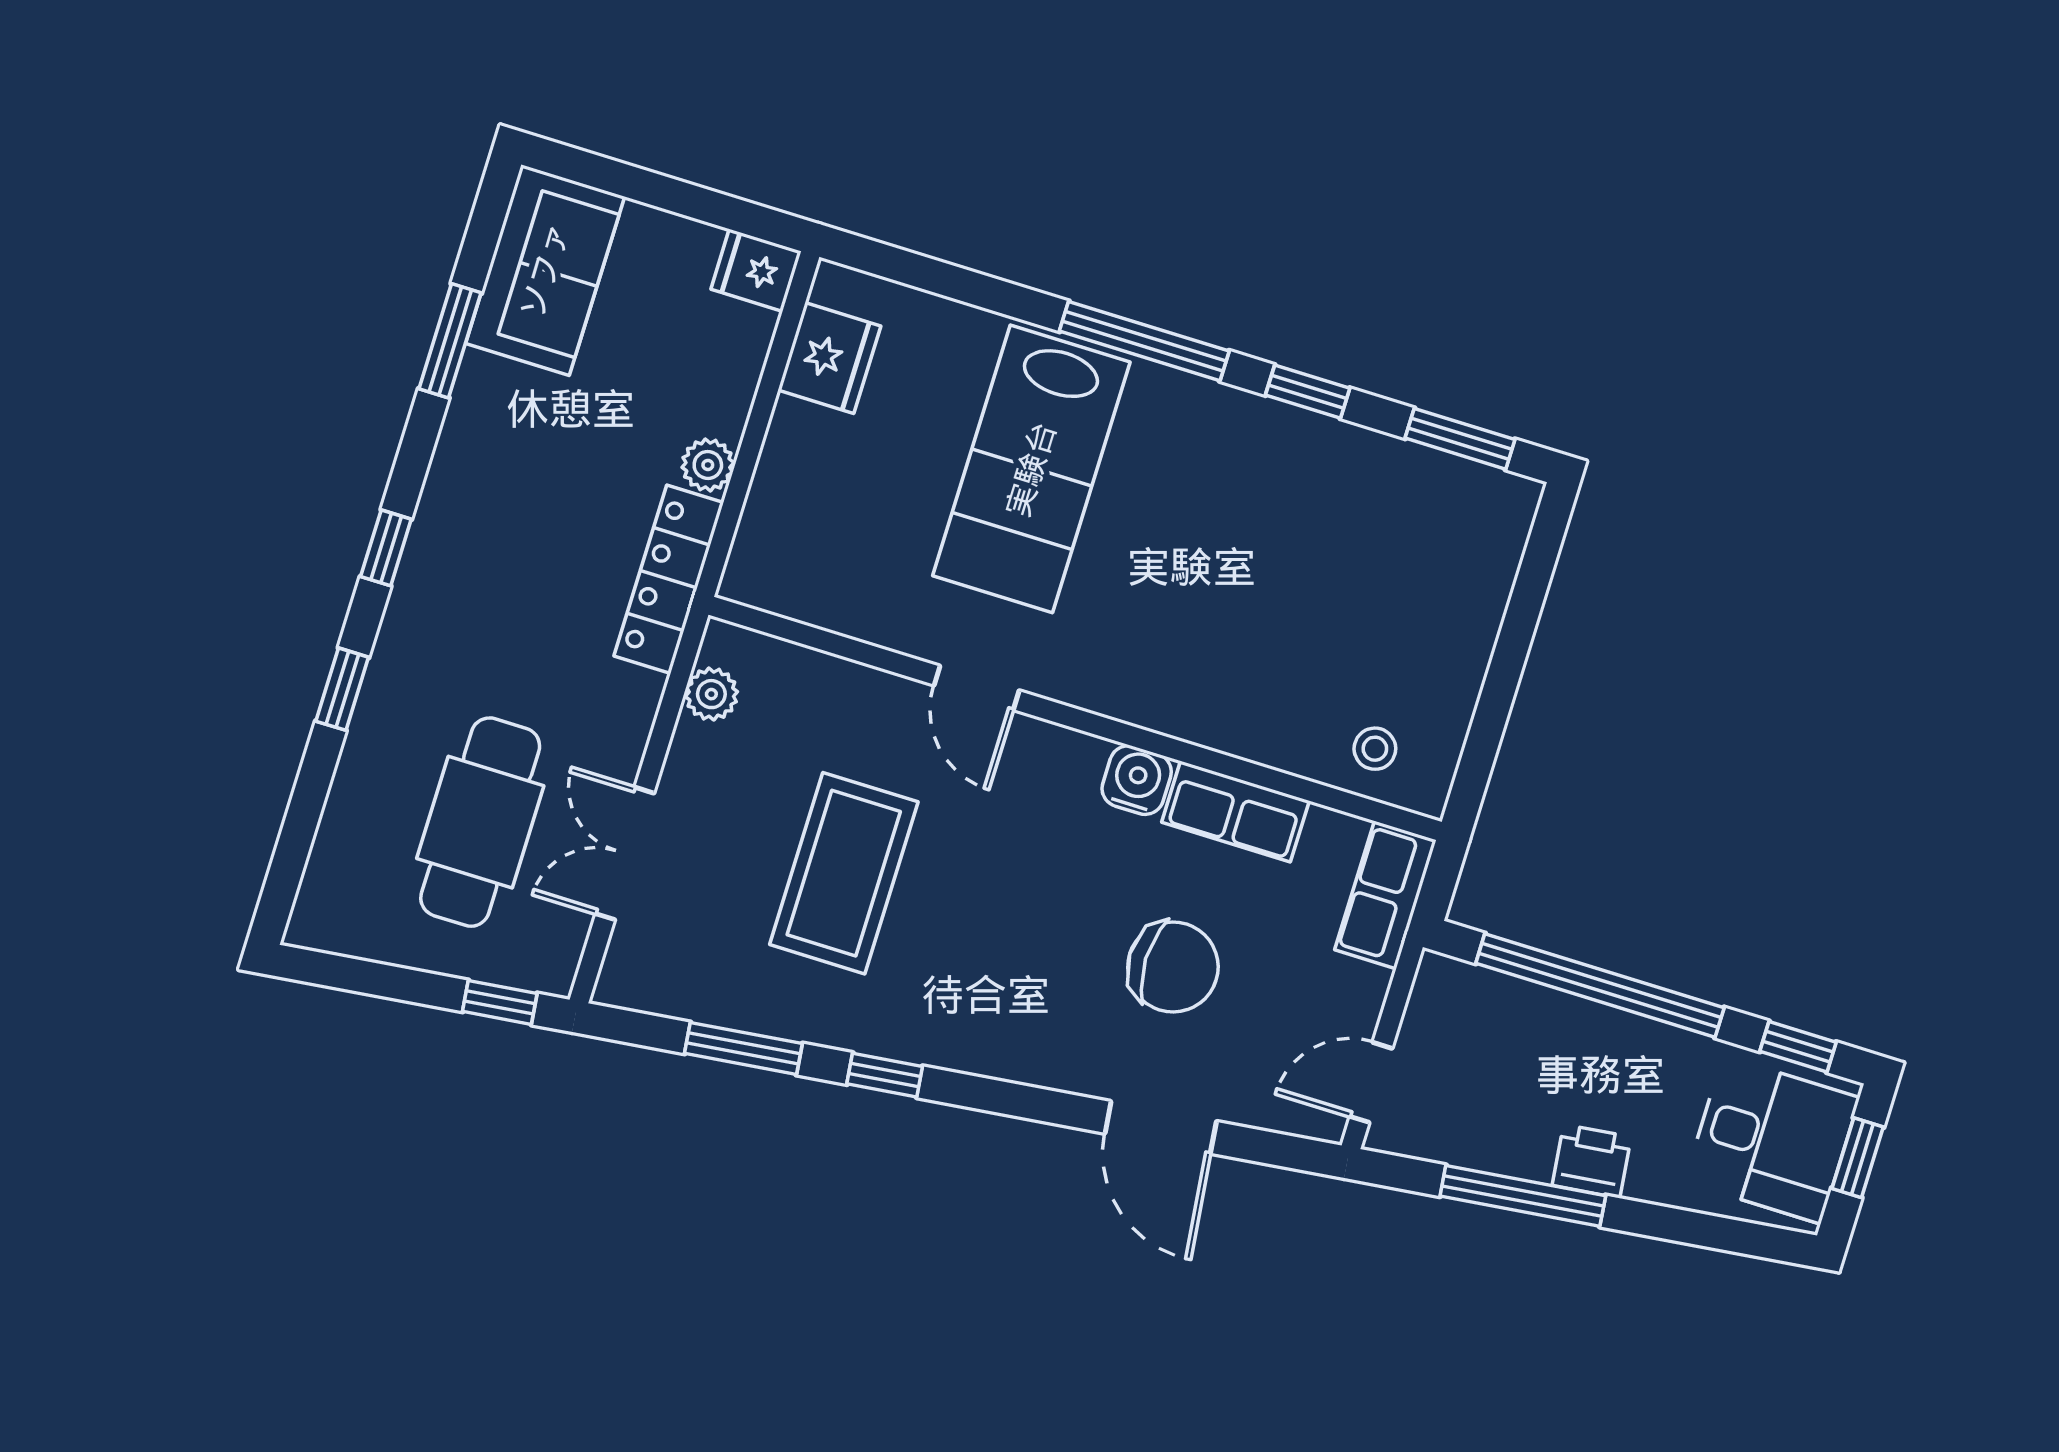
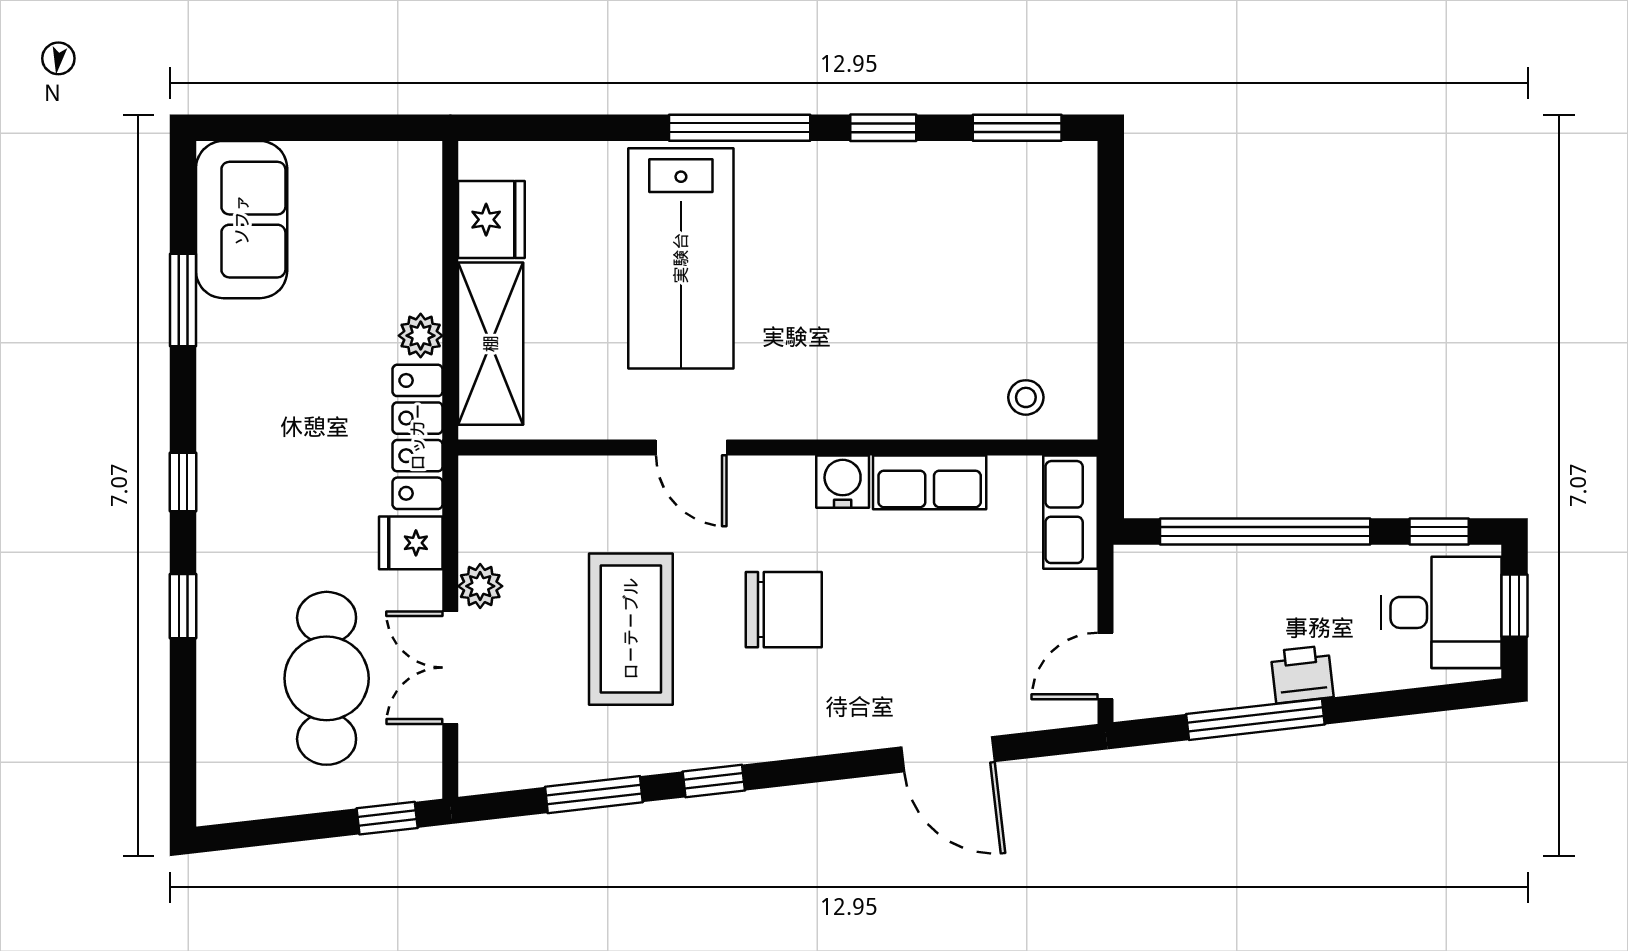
fridge: (756, 270) -> (411, 543), moved
shelving: (785, 499) -> (491, 344), added
plant: (711, 694) -> (480, 586), moved
chair: (1173, 967) -> (784, 610), moved

